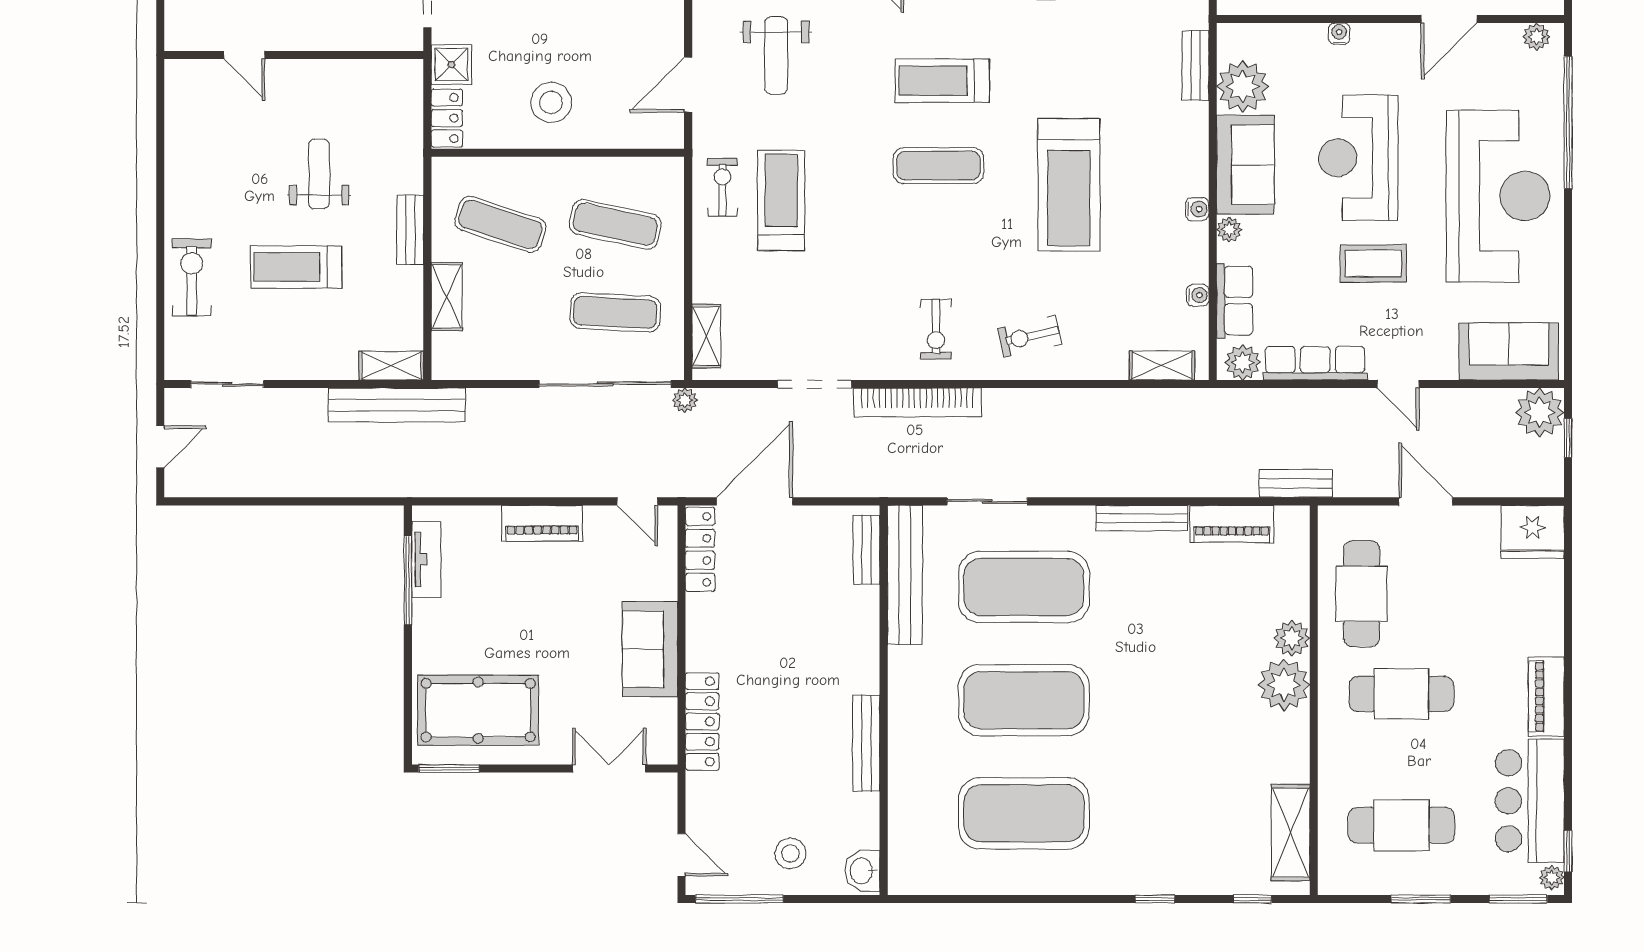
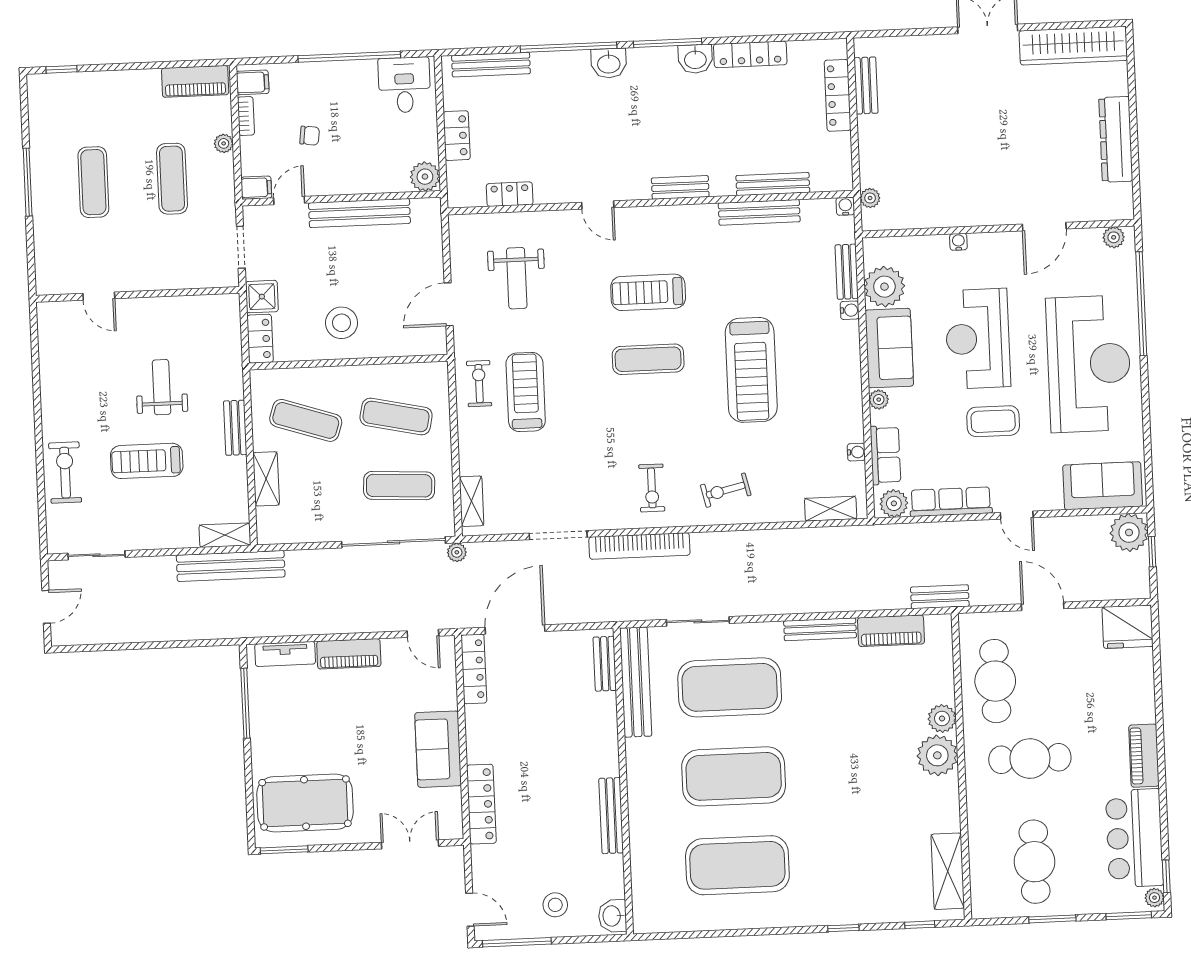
water cooler: (1197, 209) -> (850, 310), moved
tv unit: (426, 559) -> (285, 654), moved, turned 90
cafe table: (1401, 825) -> (1034, 862), turned 90

